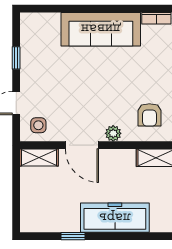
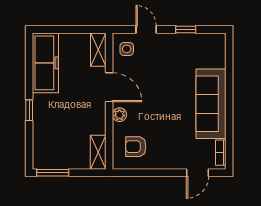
door: (82, 145) -> (109, 87), swing flipped
freezer: (115, 218) -> (45, 63), moved
window: (73, 236) -> (29, 110), moved

